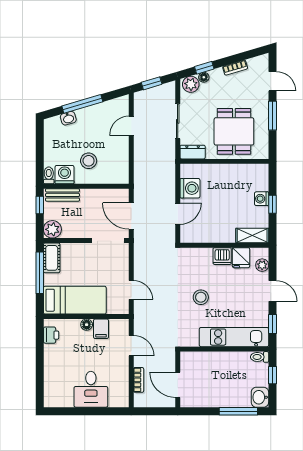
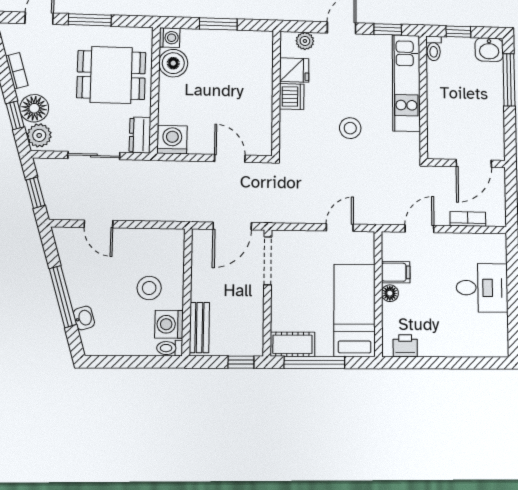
floor lamp: (204, 77) -> (34, 108), width x1.89, depth x1.89
boiler: (244, 174) -> (173, 63), added
washing machine: (190, 188) -> (172, 140), moved
washing machine: (262, 199) -> (170, 38), moved, turned -90
window: (272, 204) -> (218, 24), width x1.50
window: (40, 205) -> (241, 362), moved
plant: (52, 229) -> (250, 343), removed
shelving: (252, 236) -> (263, 54), removed

